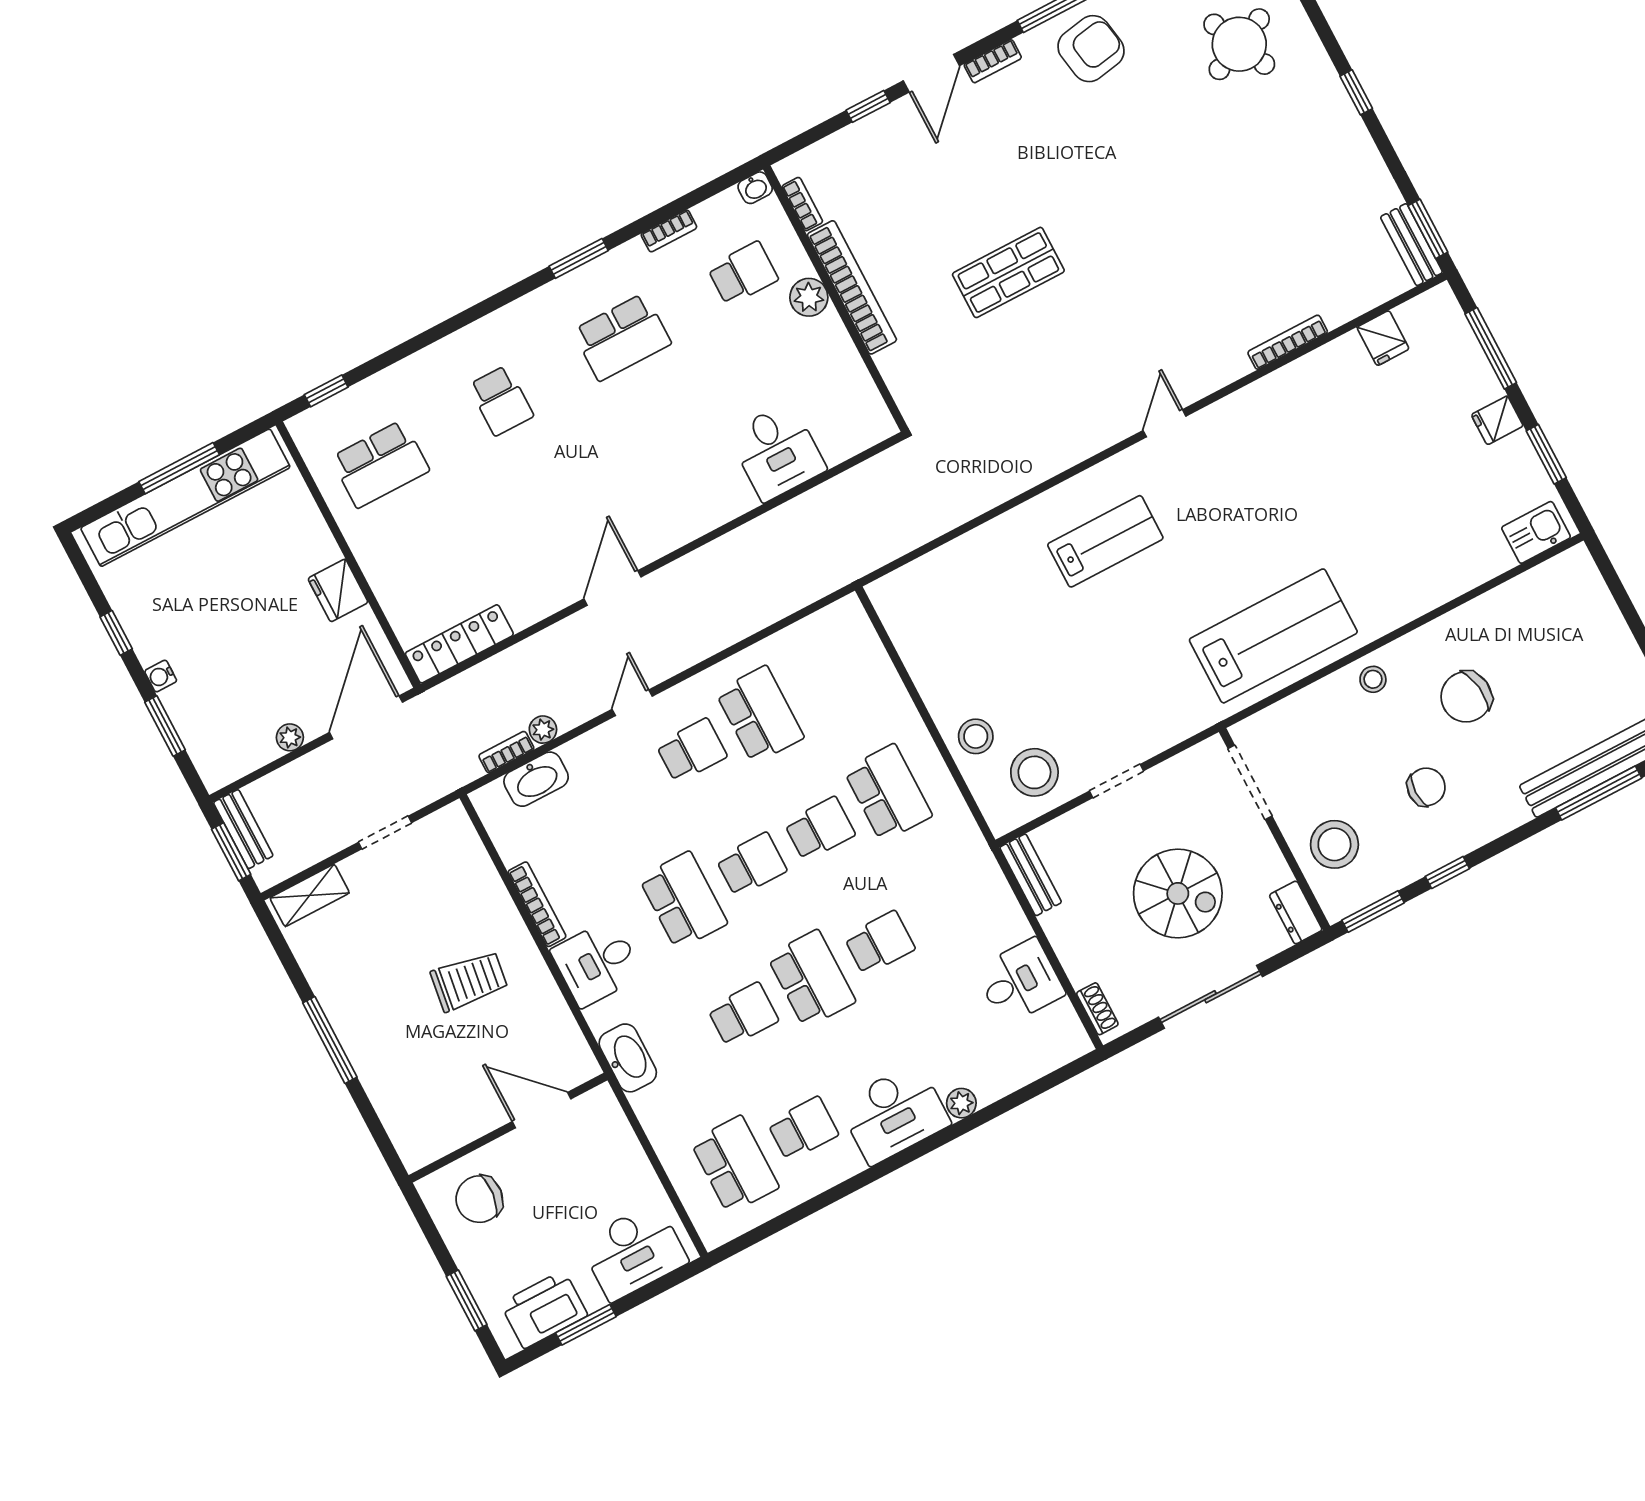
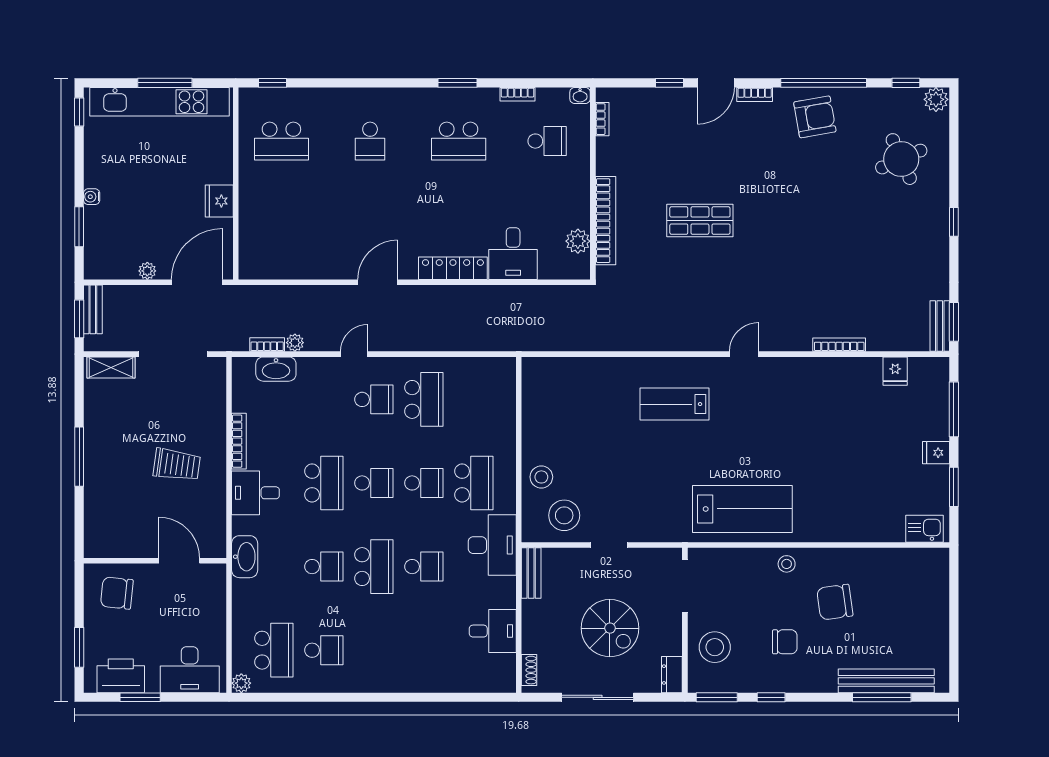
bookcase: (852, 287) -> (606, 221), moved
plant: (809, 297) -> (578, 241), moved
lab bench: (1105, 541) -> (675, 404), turned 180
window: (116, 633) -> (79, 112), moved
locker: (459, 644) -> (453, 268), moved
doorway: (385, 833) -> (173, 354), width x1.88
plant: (961, 1103) -> (241, 683), moved
desk: (894, 1113) -> (492, 545), moved, turned -90

